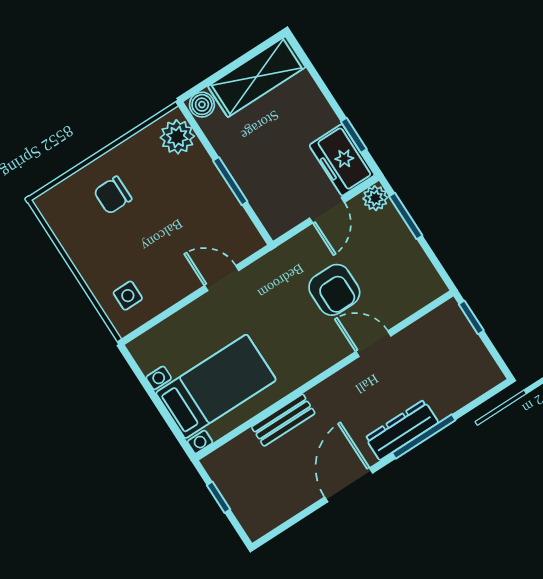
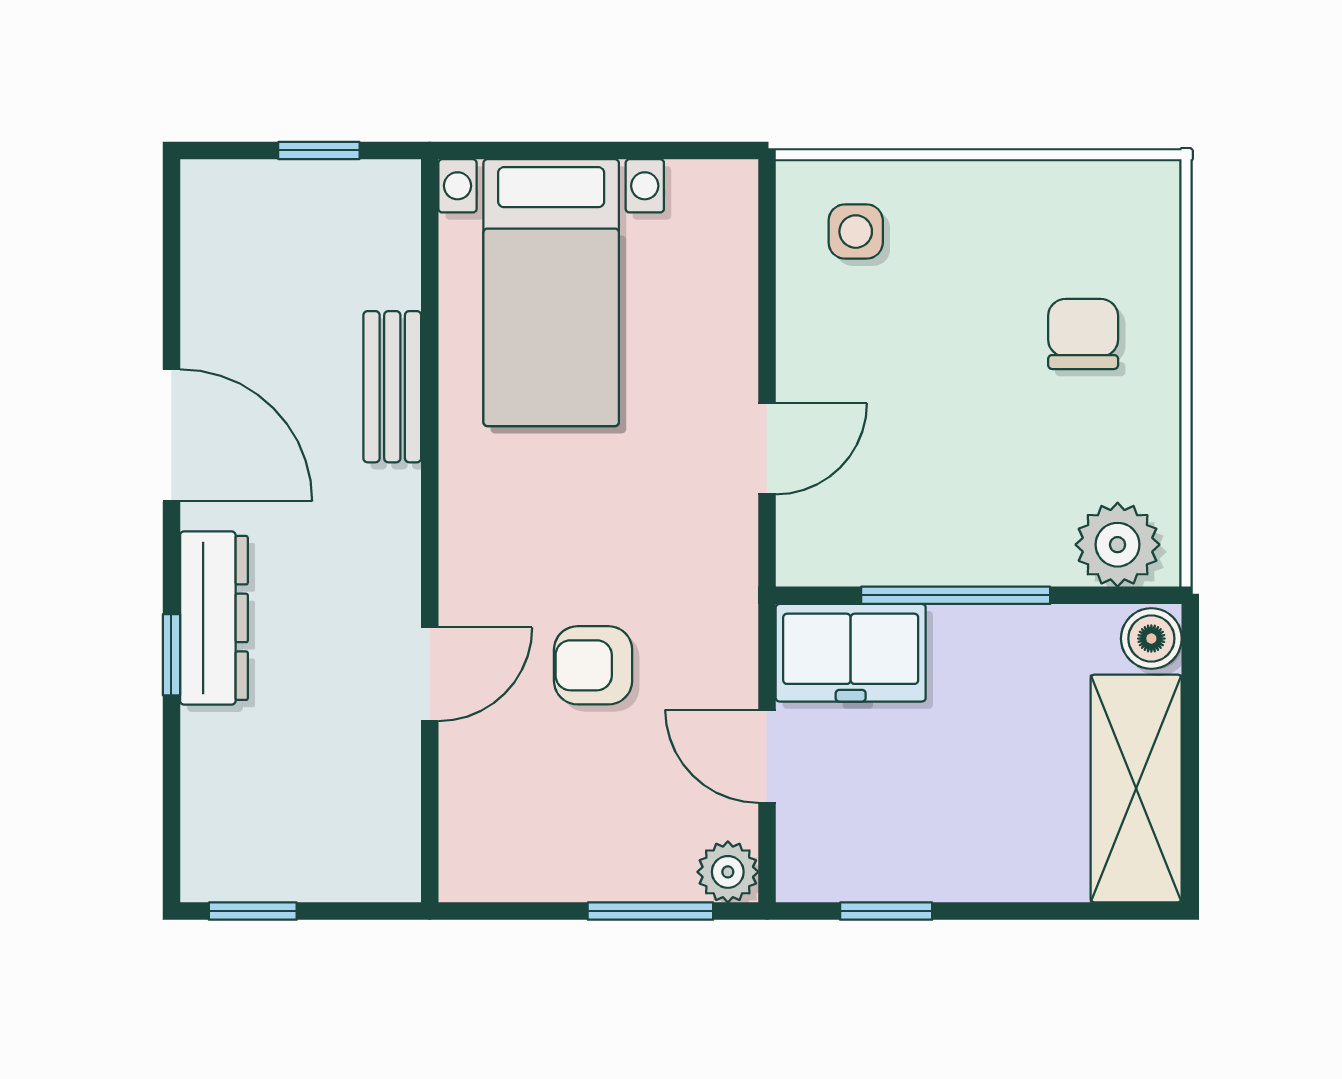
freezer: (342, 160) -> (851, 653), moved, turned 180
window: (230, 181) -> (956, 595), width x1.44
armchair: (334, 290) -> (593, 665), width x0.72, depth x0.72
window: (471, 317) -> (253, 911), moved
window: (424, 437) -> (171, 655), width x0.46

